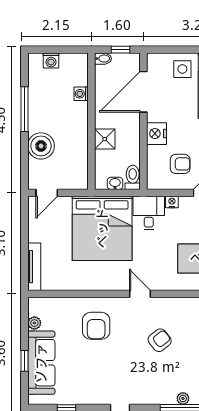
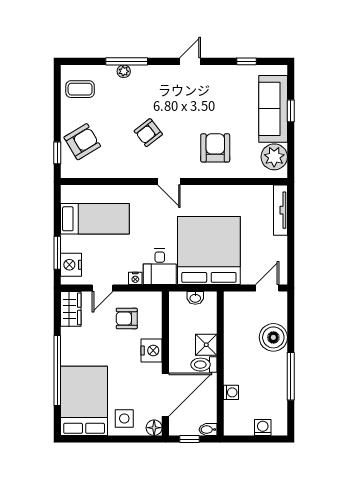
floor lamp: (154, 60) -> (154, 428), added
toilet: (133, 177) -> (204, 365), moved, turned 90
plant: (34, 323) -> (274, 157), width x1.87, depth x1.87

